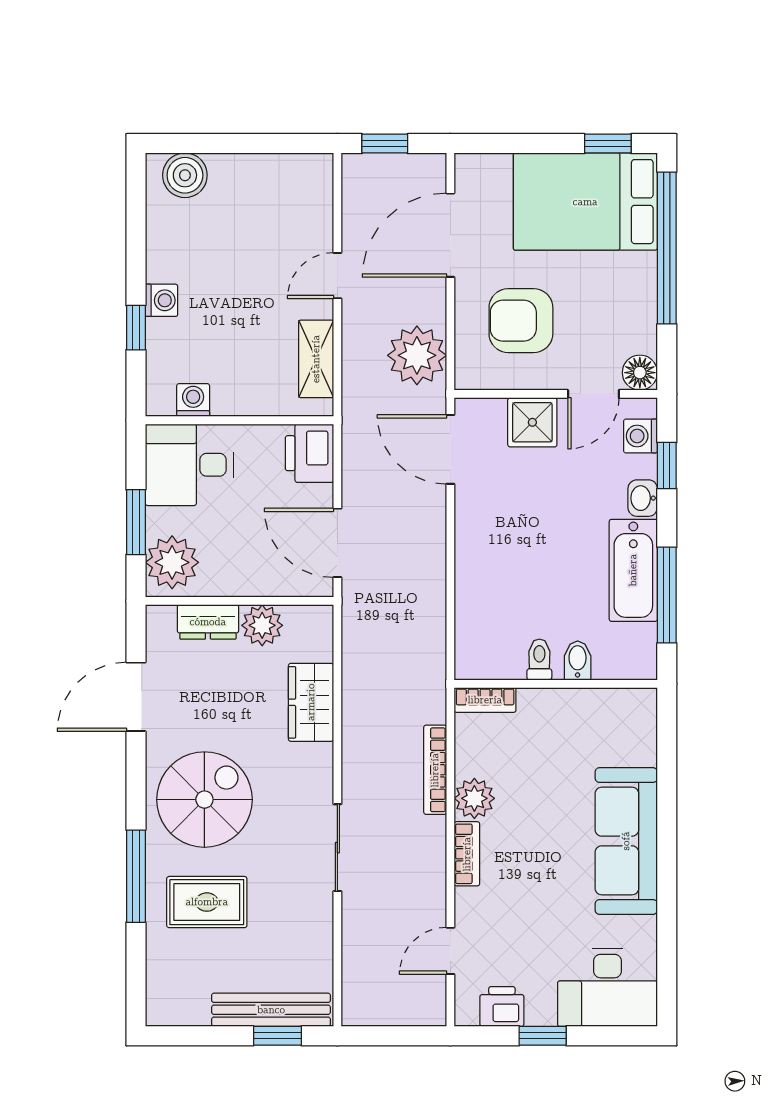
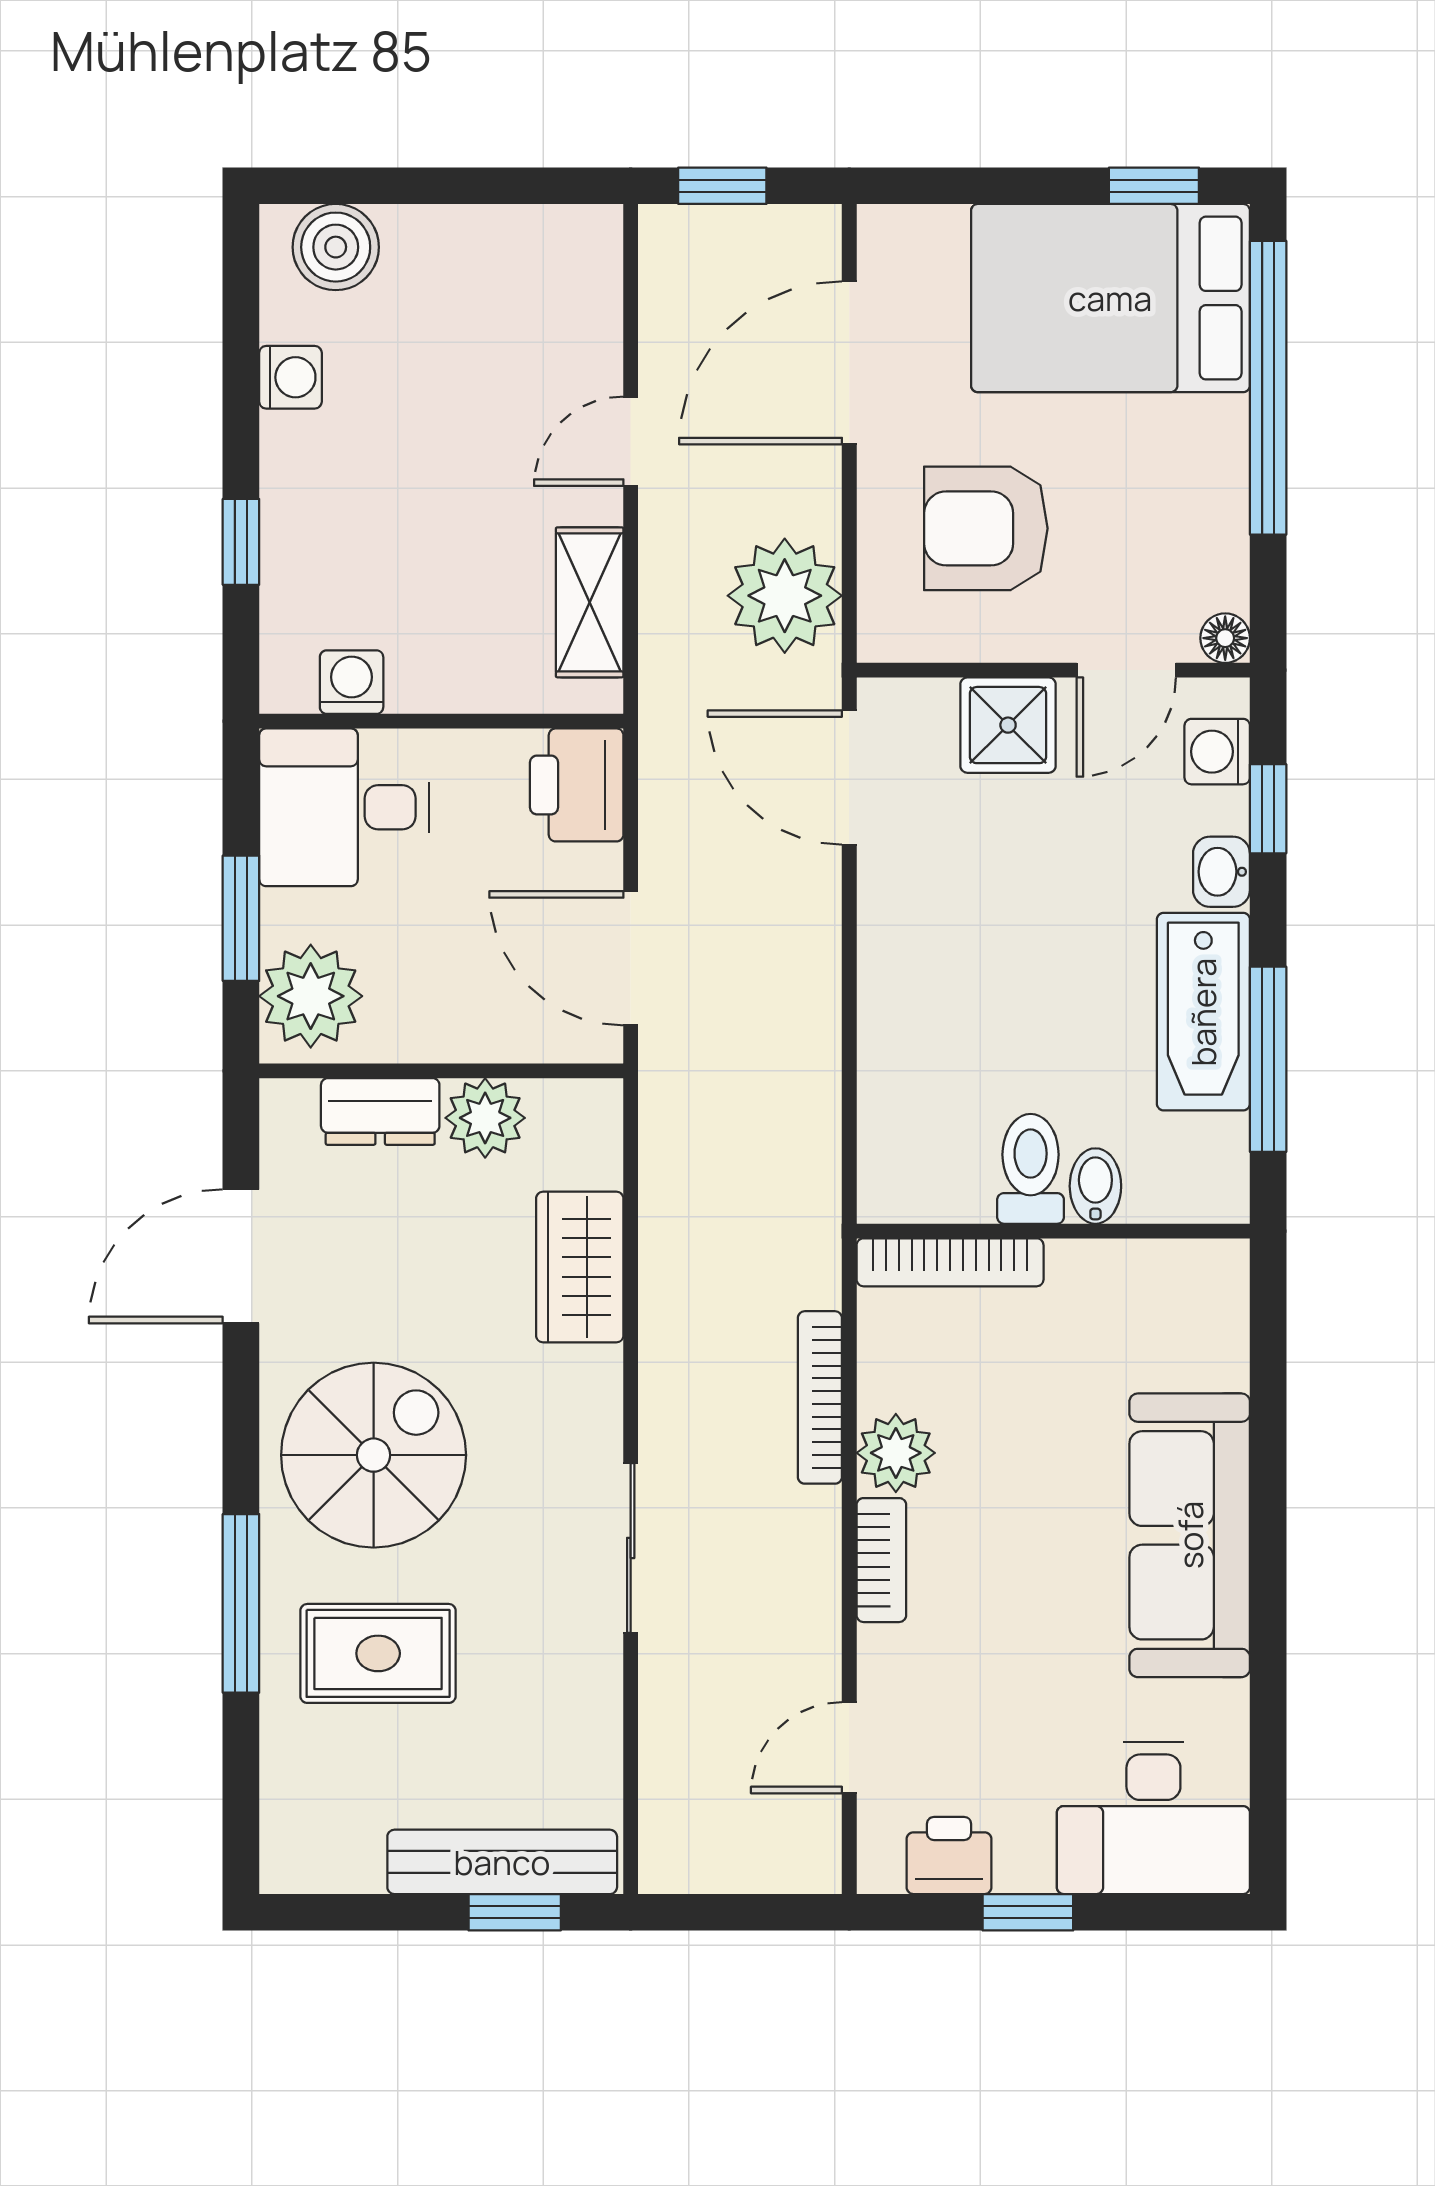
washing machine: (162, 300) -> (290, 377), moved
floor lamp: (640, 373) -> (1225, 638), width x0.73, depth x0.73
toilet: (539, 660) -> (1031, 1169), width x1.37, depth x1.39
bookcase: (485, 700) -> (950, 1262), width x1.56

